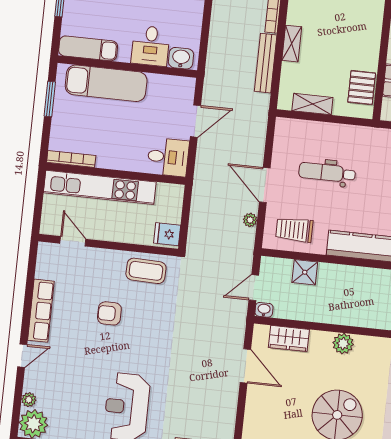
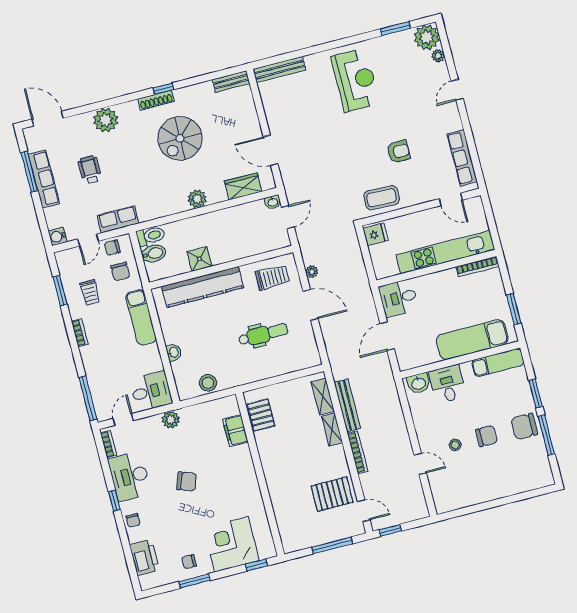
shelving: (312, 104) -> (323, 397), moved, turned 90
shower: (305, 272) -> (199, 259), moved
row of seats: (41, 311) -> (462, 158), moved

